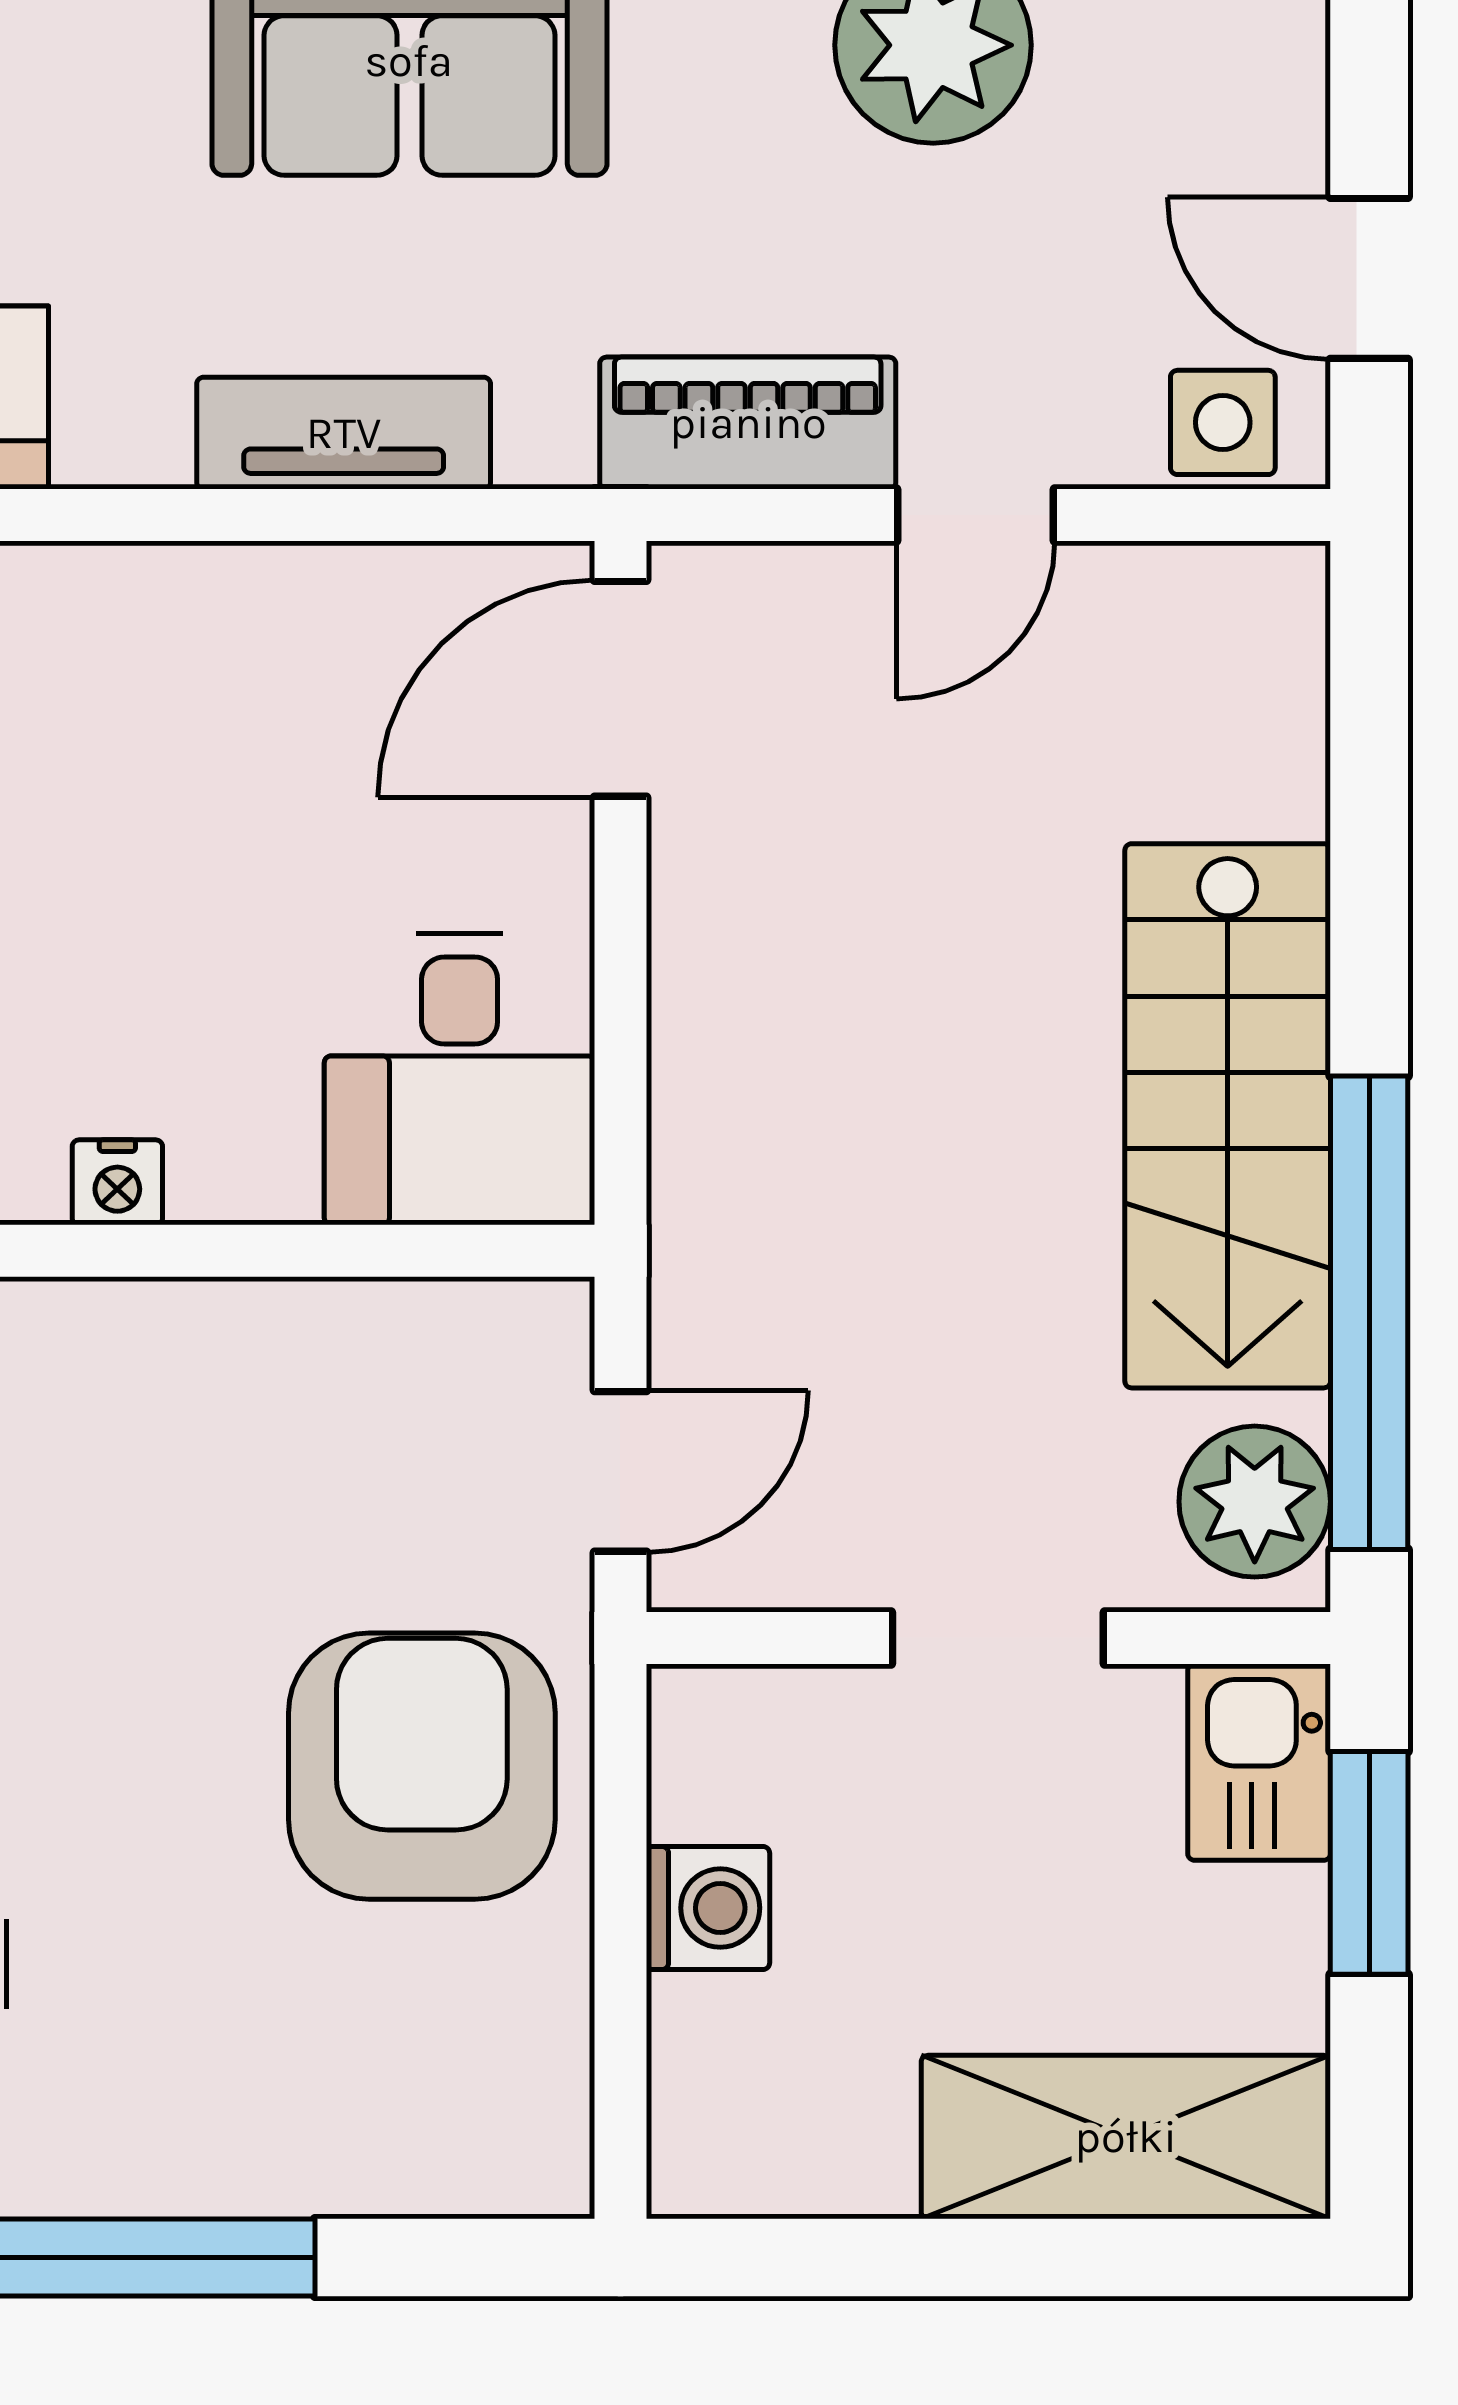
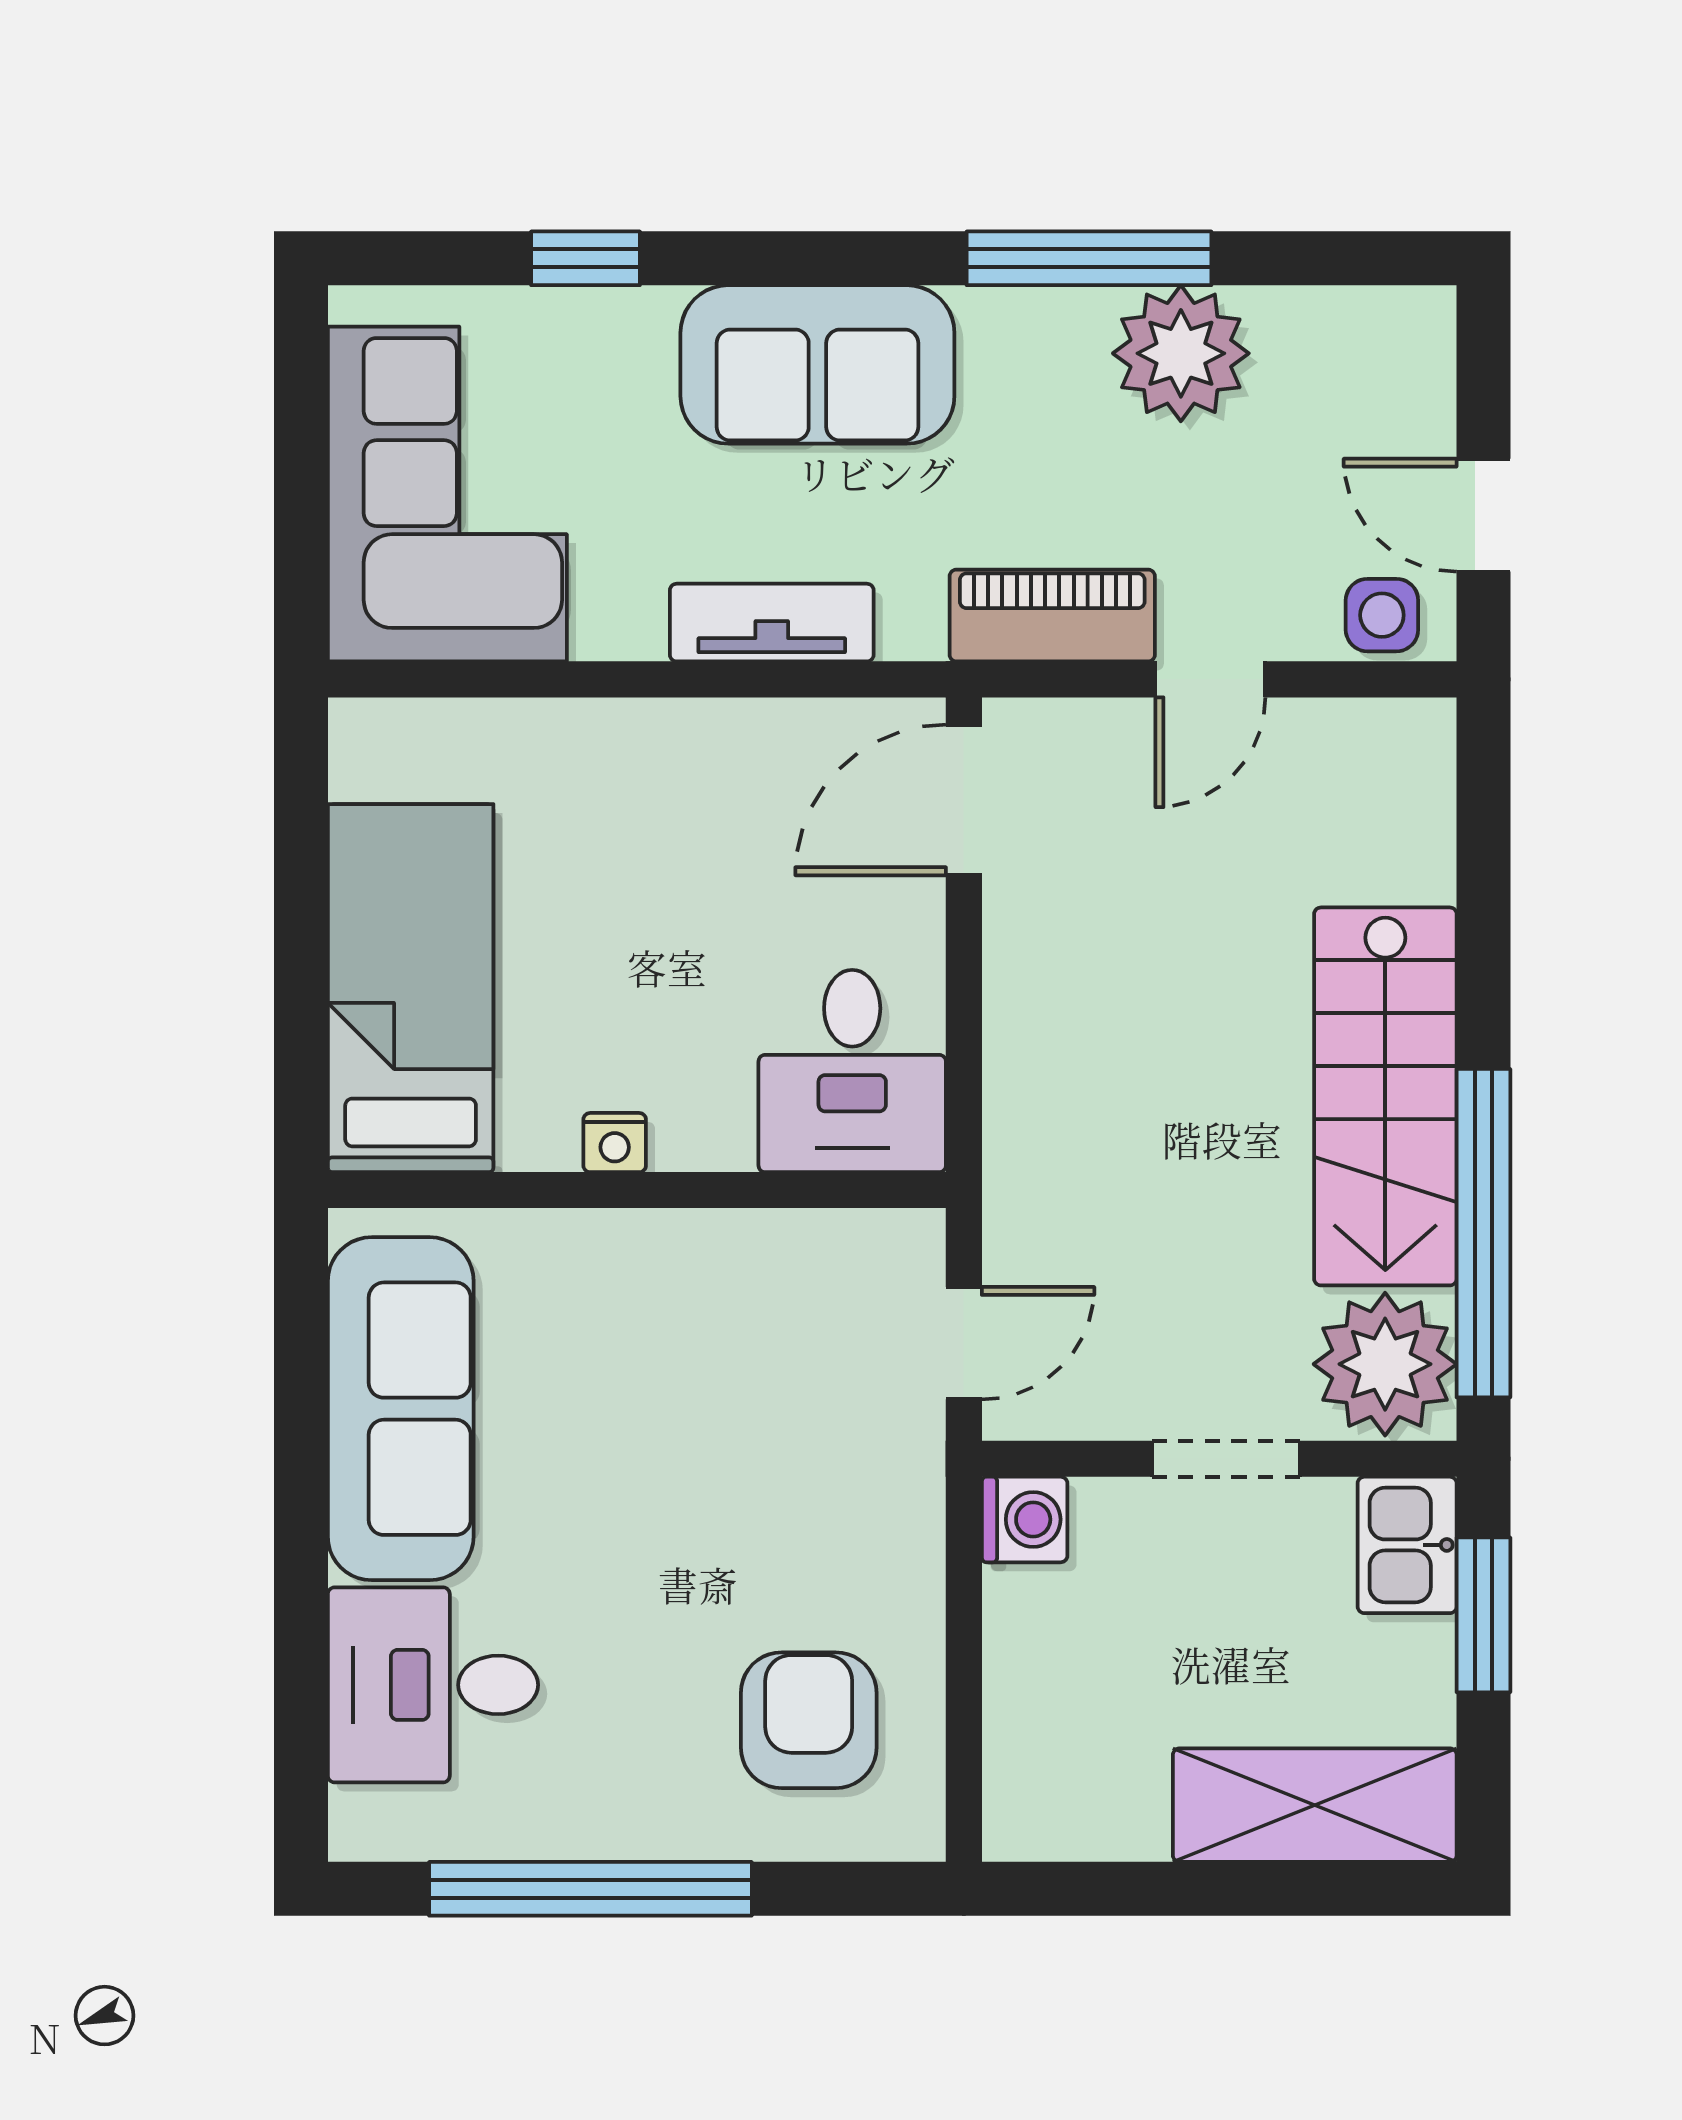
plant: (1255, 1502) -> (1385, 1364), width x1.36, depth x1.36
armchair: (422, 1766) -> (809, 1720), moved, width x0.73, depth x0.73
washing machine: (708, 1908) -> (1025, 1519), moved

